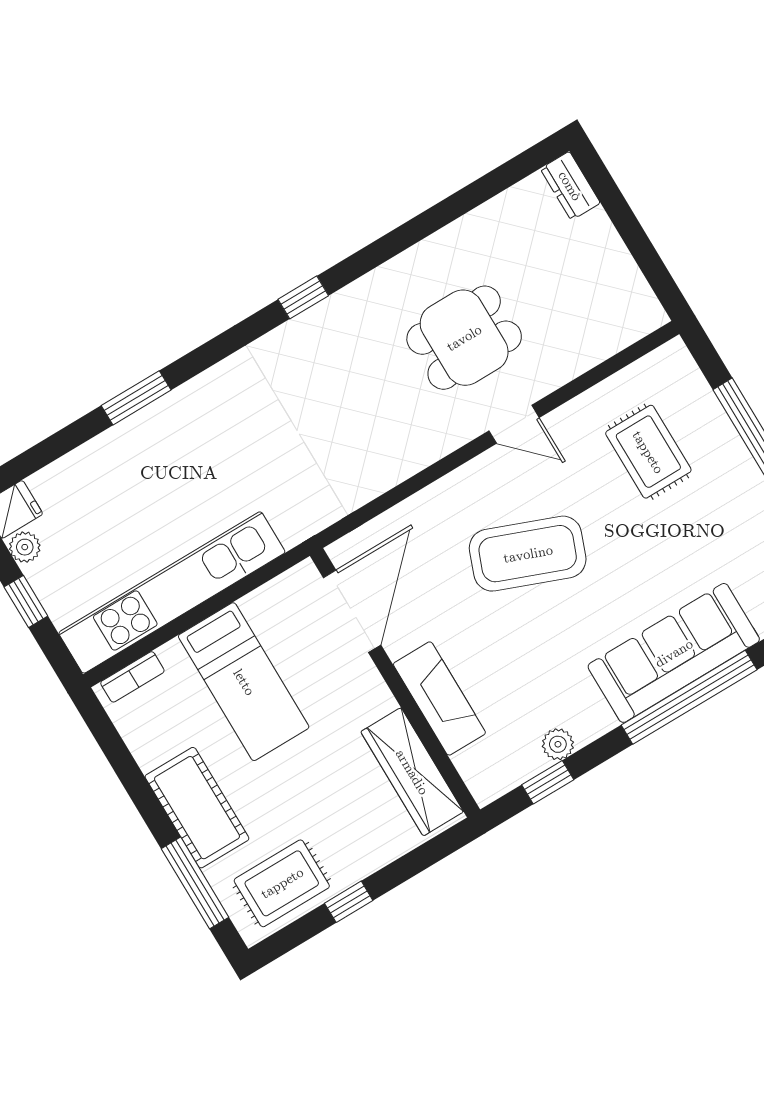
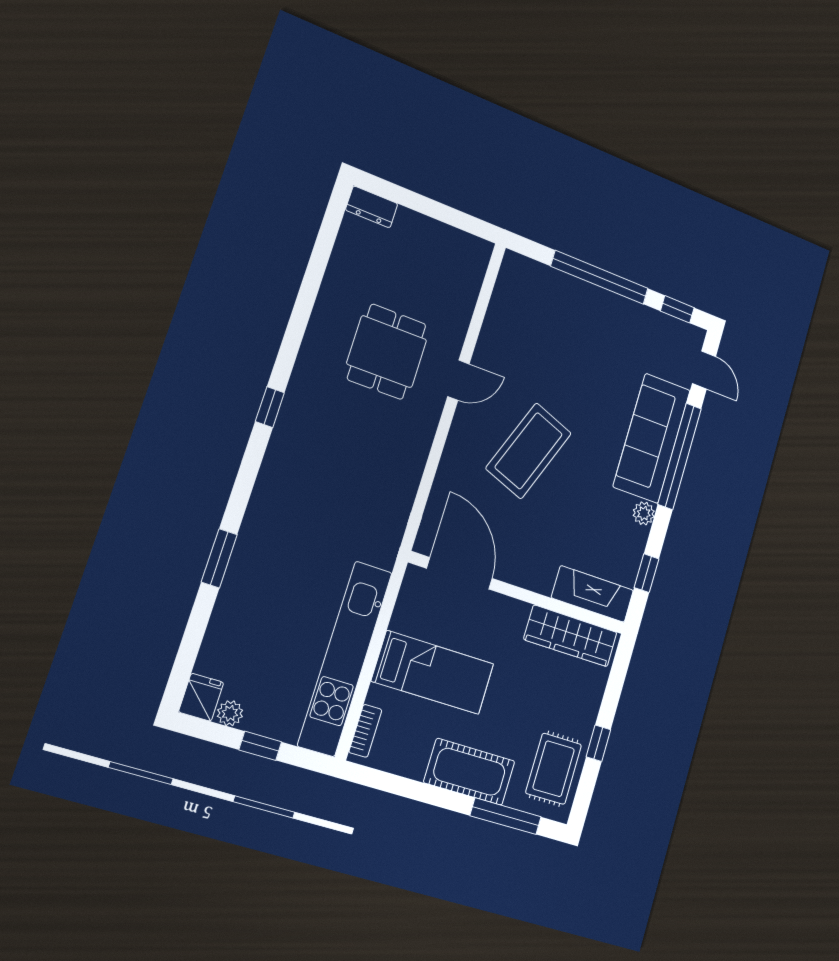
rug: (648, 452) -> (545, 333), removed
fireplace: (439, 698) -> (593, 594), moved
plant: (558, 744) -> (644, 513), moved

